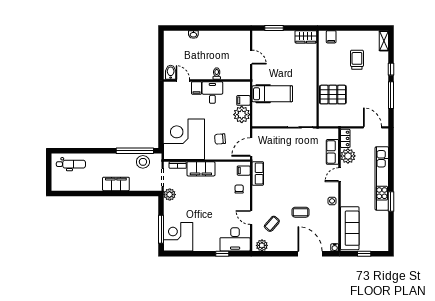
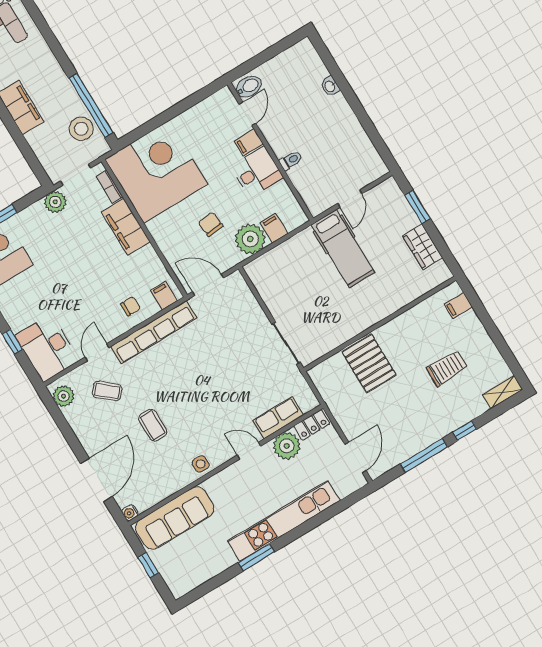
wardrobe: (306, 37) -> (423, 247), moved
hospital bed: (272, 94) -> (343, 249), moved
chair: (220, 139) -> (211, 224), moved
row of seats: (258, 173) -> (154, 332), width x2.02

